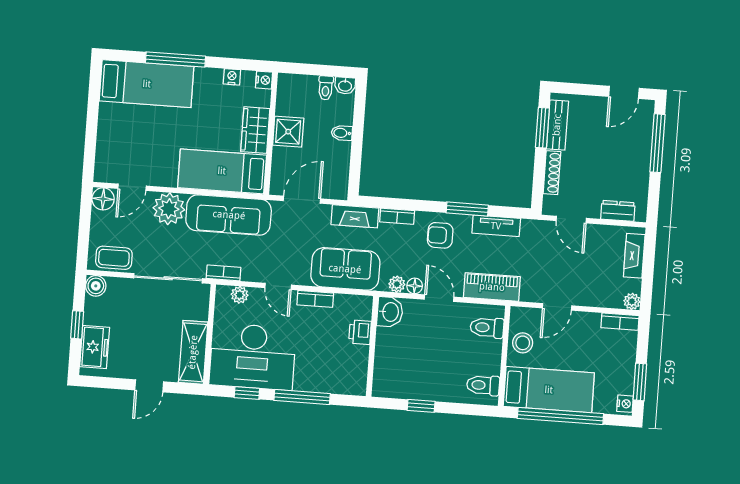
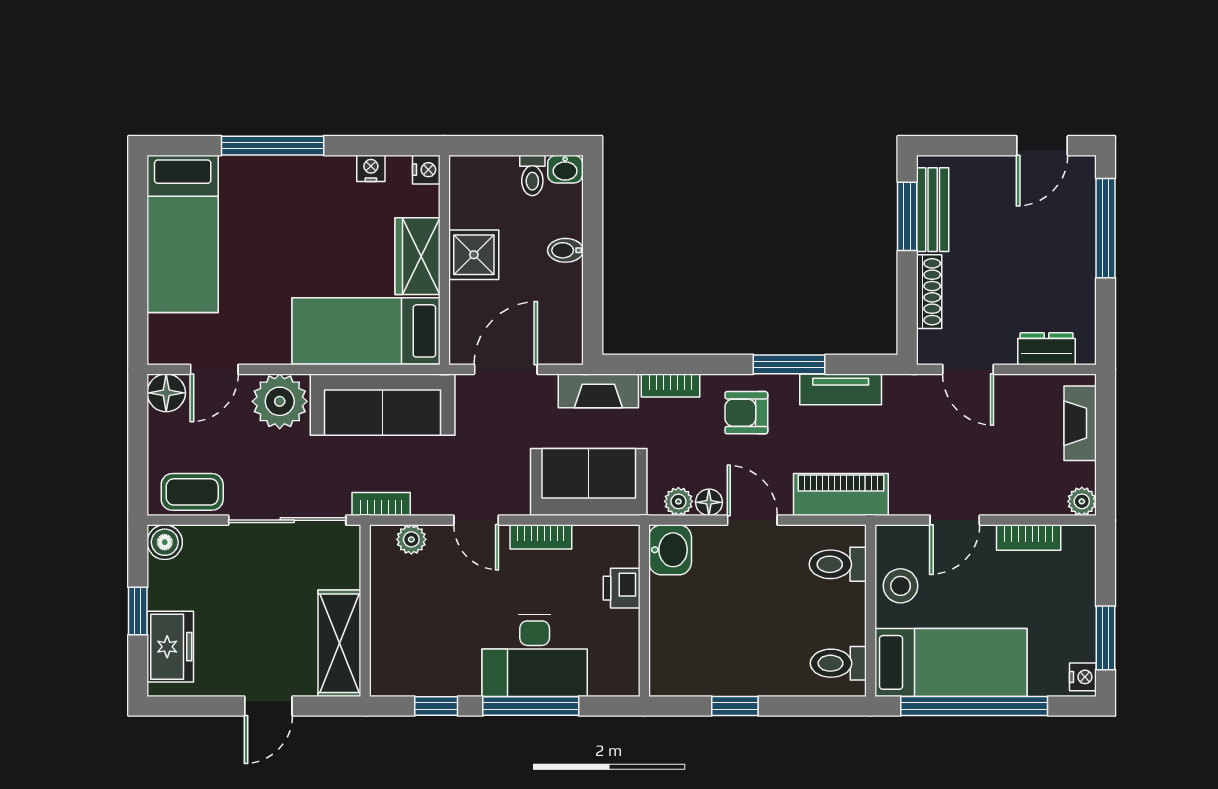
bed: (147, 84) -> (183, 234), moved, turned 90
bookcase: (620, 322) -> (1029, 537), moved
desk: (253, 356) -> (535, 655), moved, width x0.73, depth x0.77

